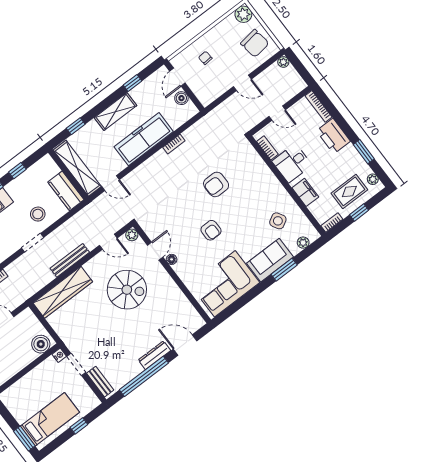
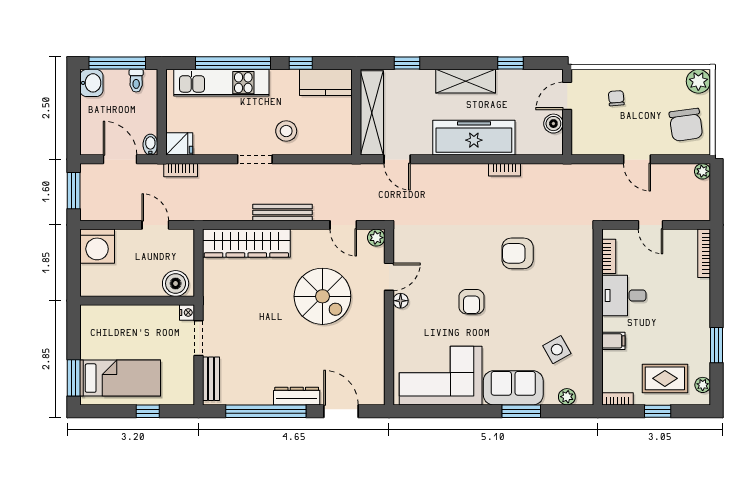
printer: (333, 136) -> (695, 301), removed
kitchen counter: (66, 191) -> (326, 82), moved, turned -90
filing cabinet: (305, 192) -> (613, 341), width x0.50

